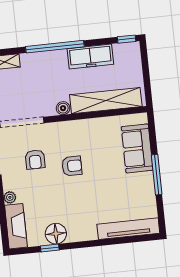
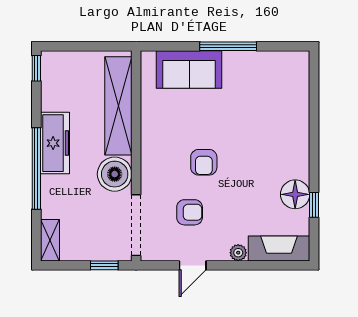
freezer: (90, 56) -> (55, 143), moved
boiler: (63, 108) -> (115, 174), width x1.86, depth x1.86
armchair: (72, 166) -> (204, 162), turned 180
tv unit: (128, 229) -> (299, 93), removed

